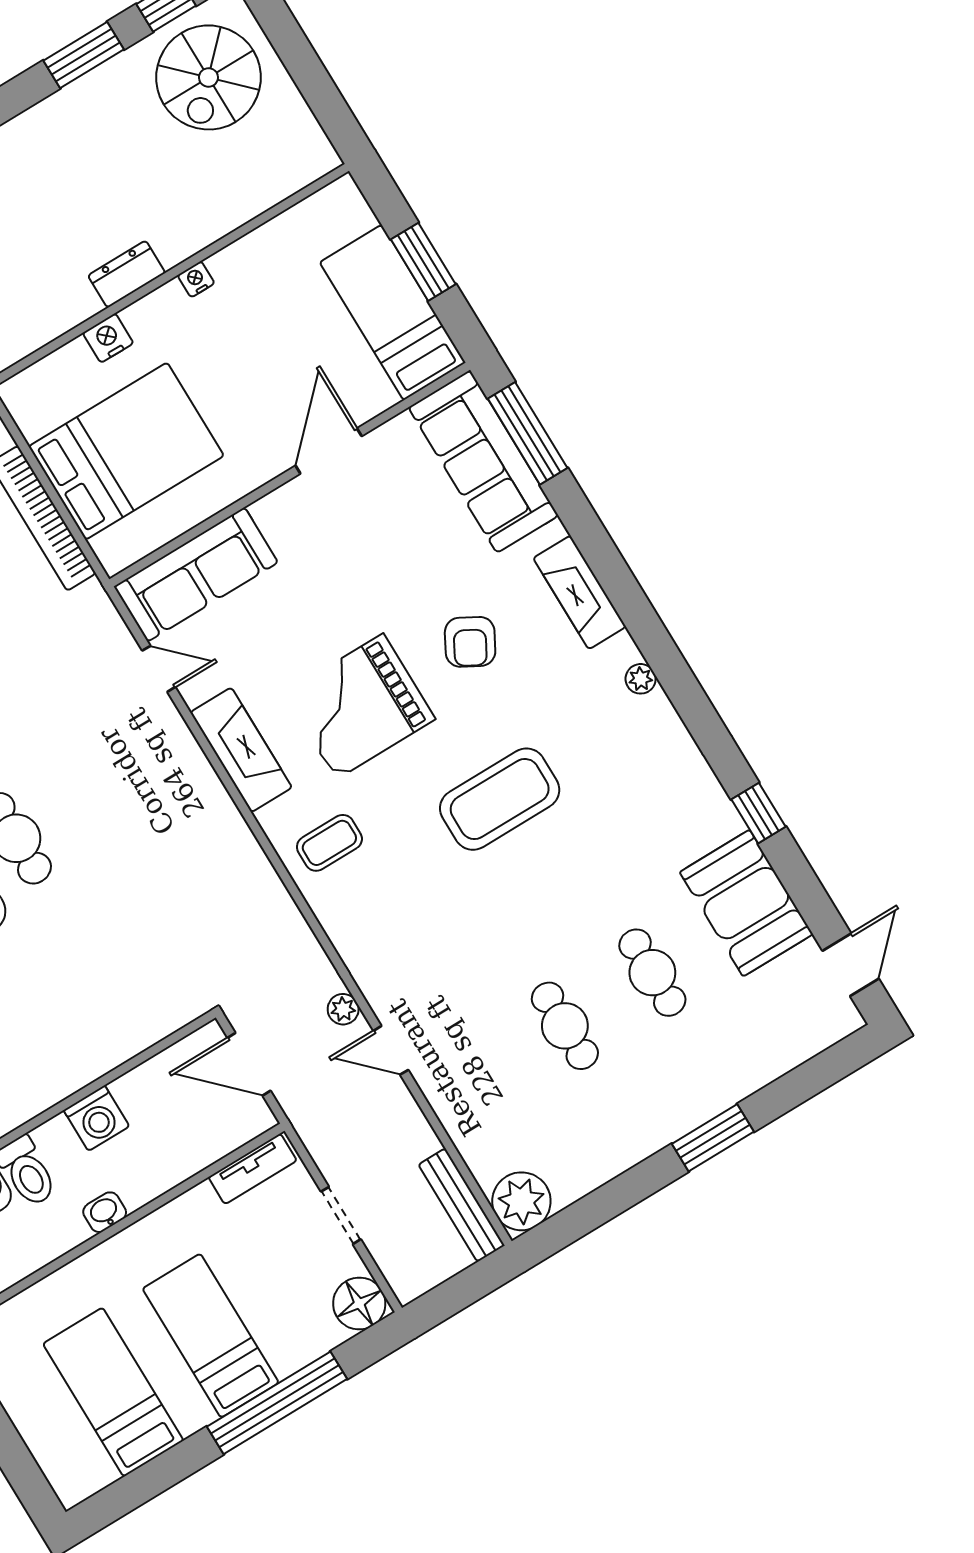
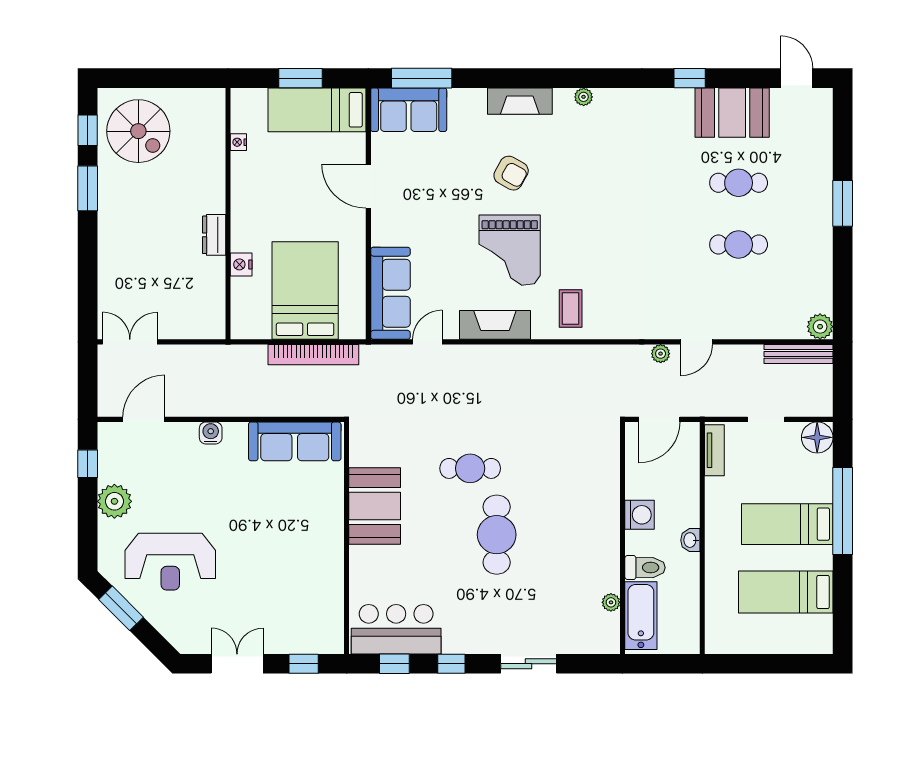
nightstand: (196, 279) -> (238, 142), moved
sofa: (483, 461) -> (409, 110), width x0.73
coffee table: (500, 799) -> (601, 207), removed
plant: (521, 1201) -> (820, 327), width x0.73, depth x0.73

